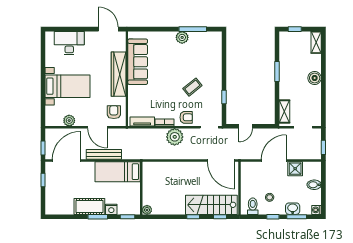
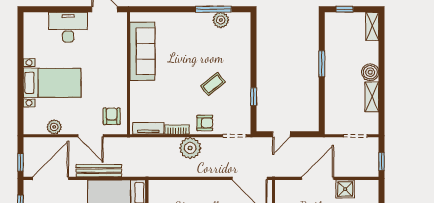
plant: (182, 37) -> (221, 20), moved
desk: (69, 43) -> (68, 27), moved
wardrobe: (119, 74) -> (118, 67), removed
shelving: (284, 111) -> (372, 97), moved

